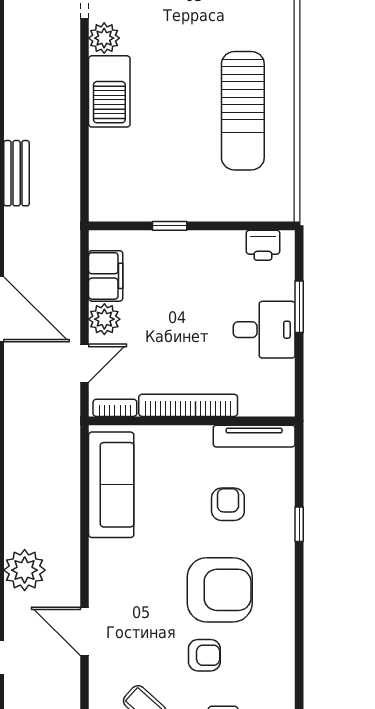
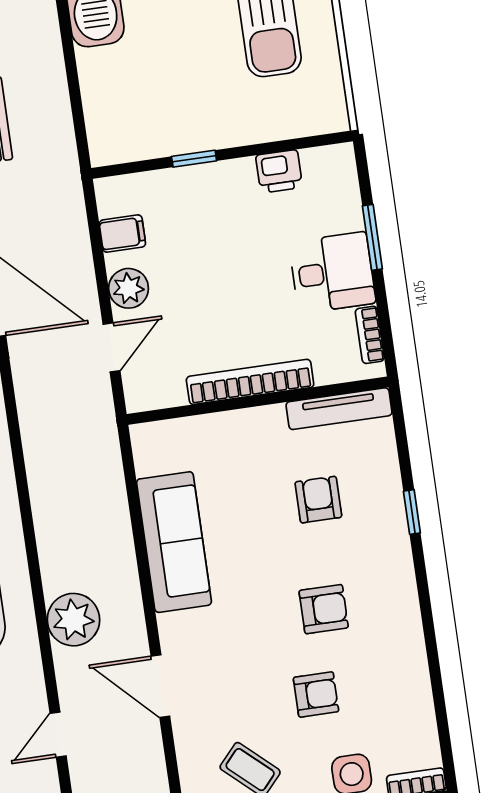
printer: (263, 245) -> (279, 171), moved
filing cabinet: (106, 276) -> (122, 234), width x0.50
bookcase: (115, 408) -> (370, 335), moved, turned -90
sofa: (111, 485) -> (174, 542), moved
armchair: (220, 590) -> (324, 609), width x0.53, depth x0.53

